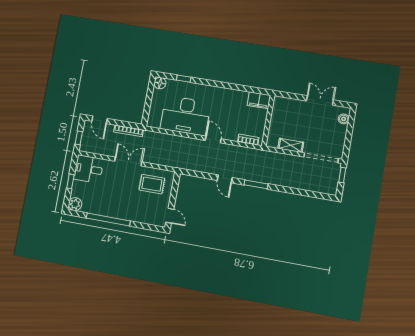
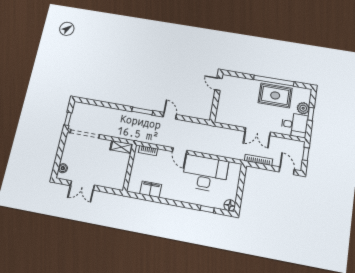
filing cabinet: (259, 100) -> (151, 189), moved
shelving: (291, 145) -> (121, 147), moved
rug: (152, 184) -> (275, 95), moved, width x1.36, depth x1.43
plant: (75, 204) -> (303, 108), moved

